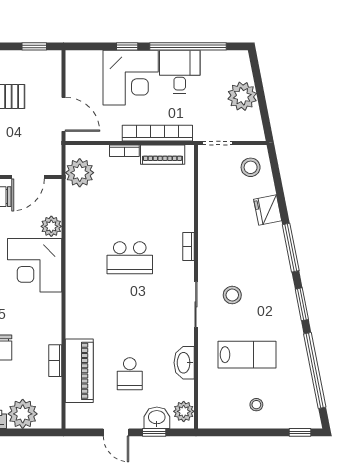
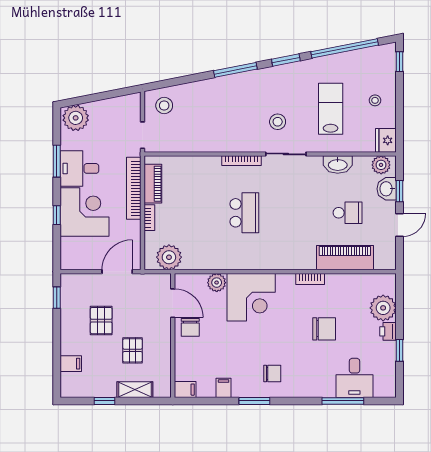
window: (188, 46) -> (57, 161), width x0.47
plant: (242, 96) -> (76, 118), moved
fridge: (268, 210) -> (386, 140), moved, turned 101
bookcase: (188, 246) -> (241, 161), width x1.56
bookcase: (55, 361) -> (310, 279), moved

